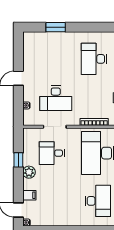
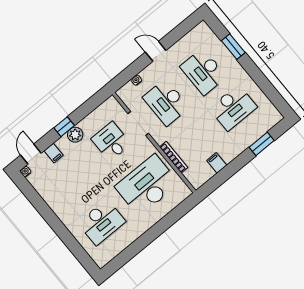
desk: (56, 59) -> (203, 72), added
desk: (94, 59) -> (233, 108), turned 180
window: (18, 160) -> (64, 127), moved

